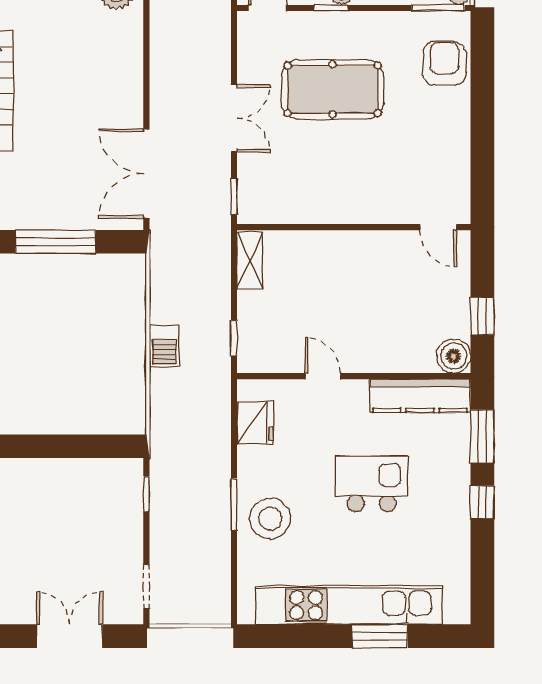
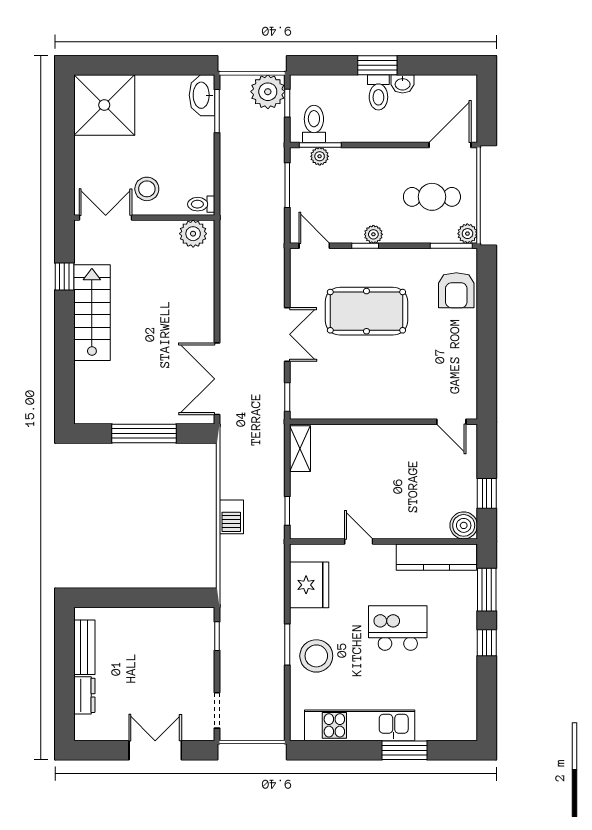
armchair: (444, 63) -> (456, 290), turned 180
fridge: (255, 423) -> (309, 585), width x1.36, depth x1.34
kitchen unit: (349, 605) -> (360, 725), width x0.73

